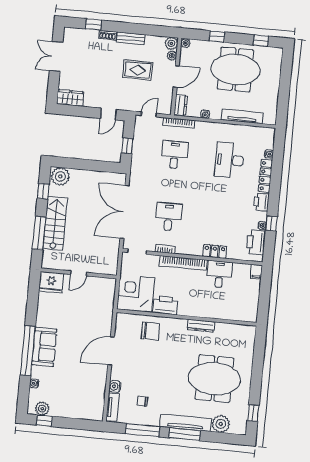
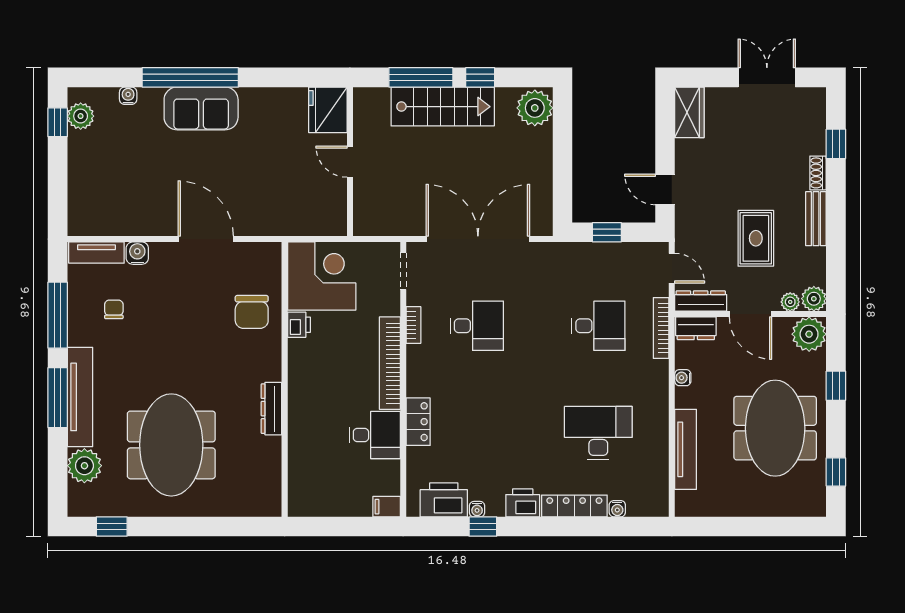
plant: (186, 43) -> (809, 334), width x1.87, depth x1.87
dresser: (167, 101) -> (701, 301), added
window: (43, 191) -> (480, 77), moved
printer: (165, 305) -> (299, 325), width x0.53, depth x0.68

